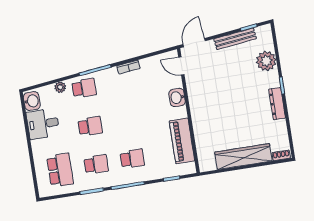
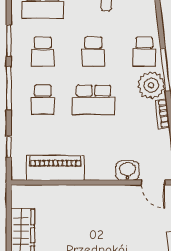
door: (181, 66) -> (153, 182), swing flipped
plant: (60, 87) -> (151, 85), moved, width x1.88, depth x1.88
washbasin: (177, 98) -> (127, 171), moved
school desk: (126, 120) -> (93, 100), added

